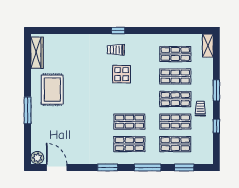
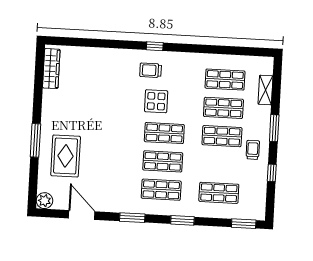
shelving: (208, 46) -> (265, 90), moved
rug: (52, 90) -> (66, 156), moved
shop shelf: (175, 122) -> (164, 133), moved
door: (57, 167) -> (82, 215), moved
window: (148, 167) -> (182, 220), width x0.69
window: (184, 167) -> (244, 224), moved

